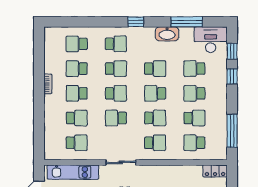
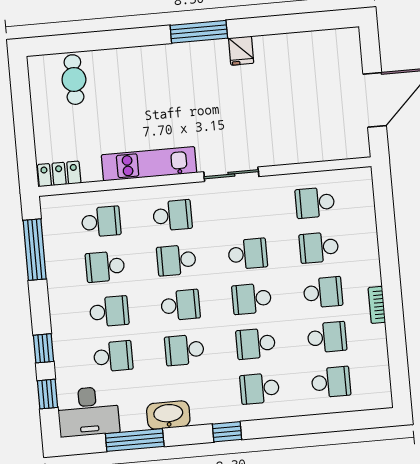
school desk: (155, 143) -> (172, 215), turned 180
kitchen unit: (73, 172) -> (149, 164), moved

